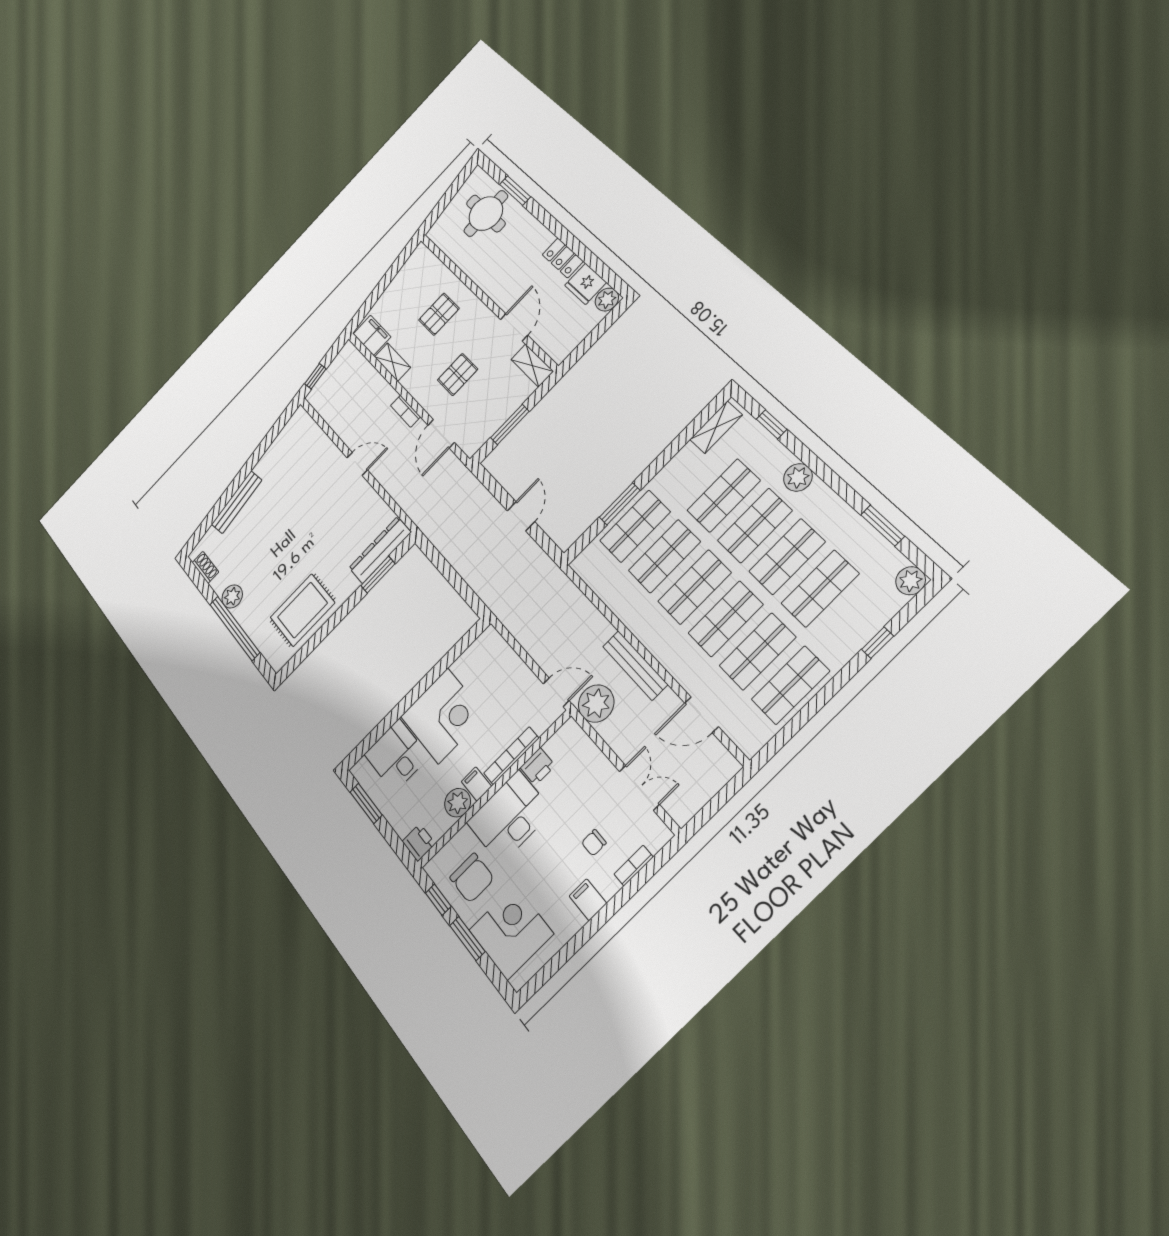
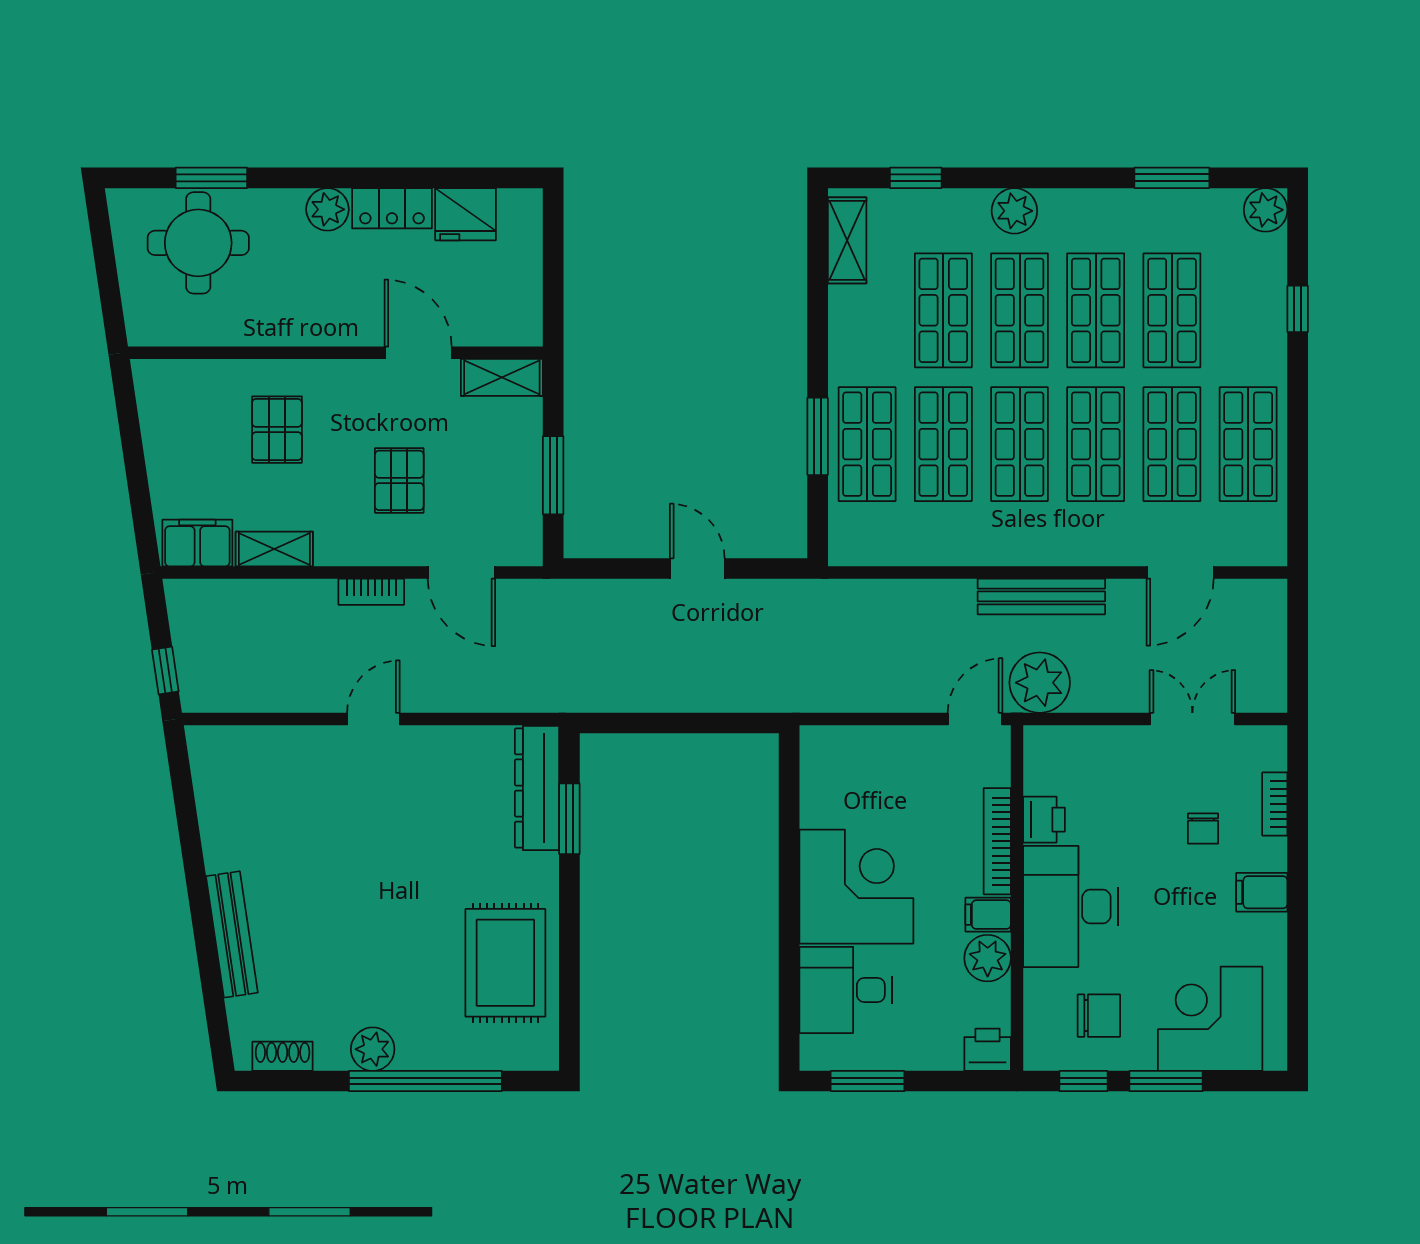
plant: (607, 300) -> (327, 209), moved
chair: (472, 878) -> (1099, 1016), width x0.73, depth x0.73

